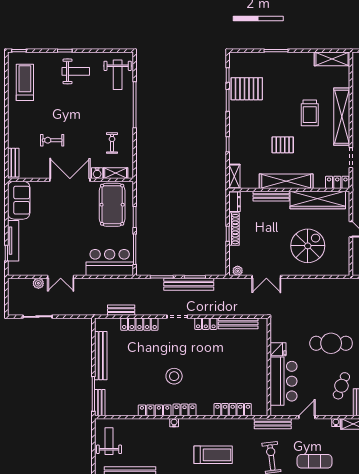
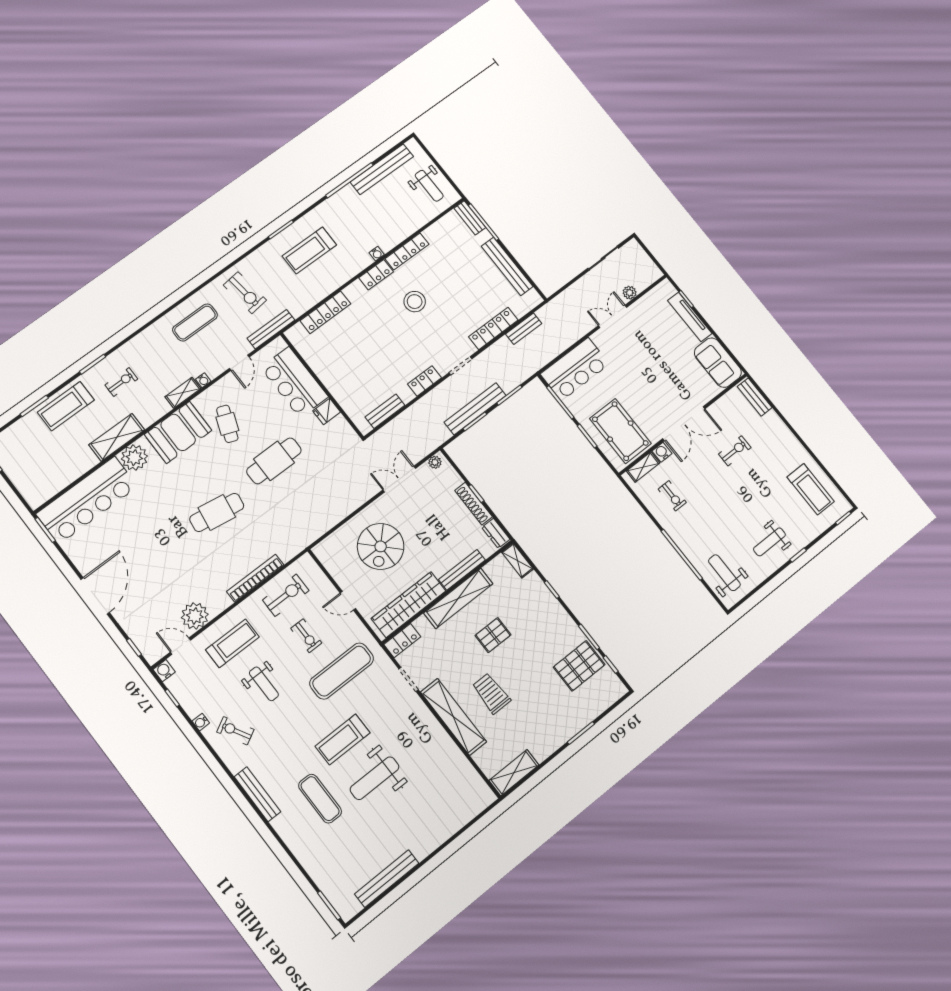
bench: (238, 323) -> (385, 411), width x0.73

